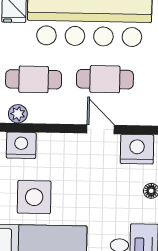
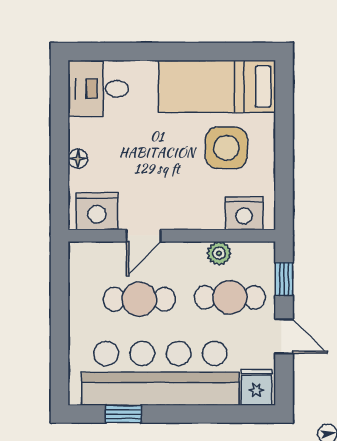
plant: (18, 114) -> (219, 253), moved
door: (101, 129) -> (144, 236), hinge flipped

